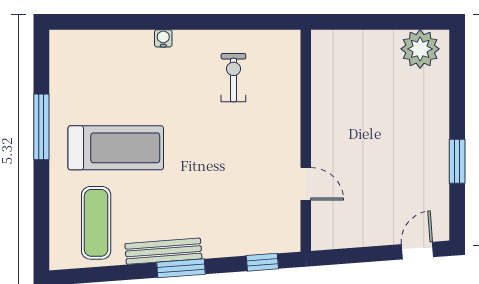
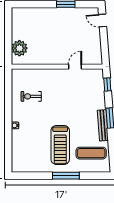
plant: (420, 49) -> (19, 48), moved
window: (41, 127) -> (66, 176), moved
treadmill: (116, 148) -> (60, 145), turned 180

